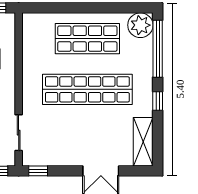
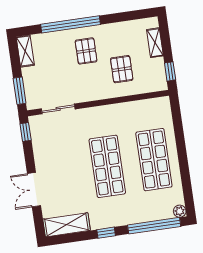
plant: (140, 25) -> (180, 211), width x0.53, depth x0.53
shop shelf: (87, 89) -> (107, 166), width x0.71

